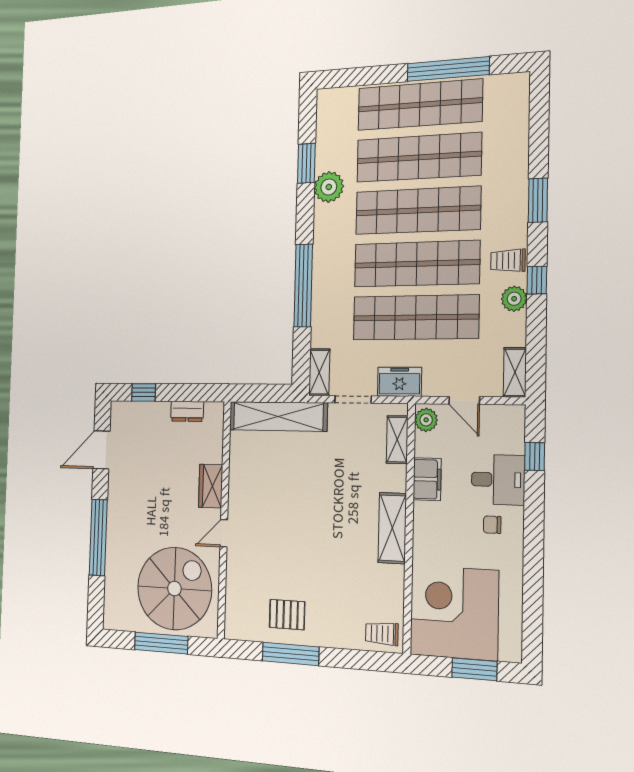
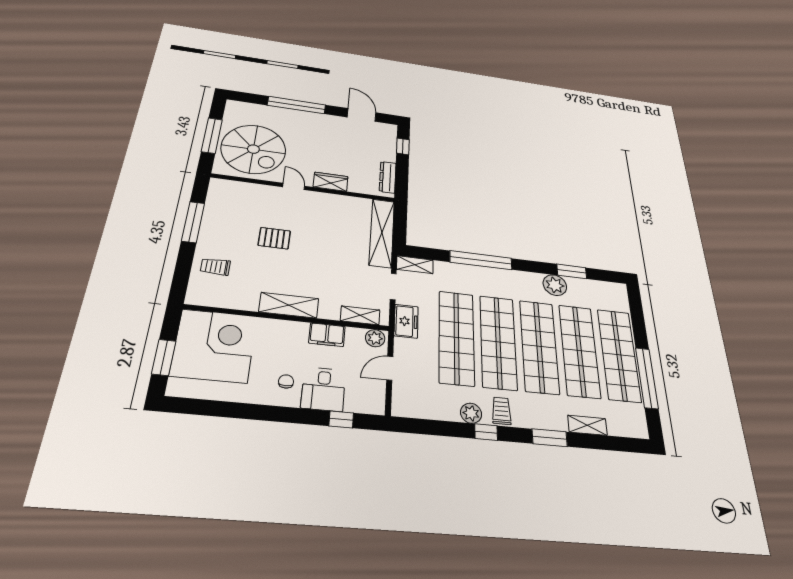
shelving: (515, 372) -> (587, 425), moved
dresser: (187, 411) -> (388, 177), width x1.44
pallet: (287, 615) -> (274, 238), moved, turned 90
trolley: (382, 634) -> (215, 267), moved, turned -90

